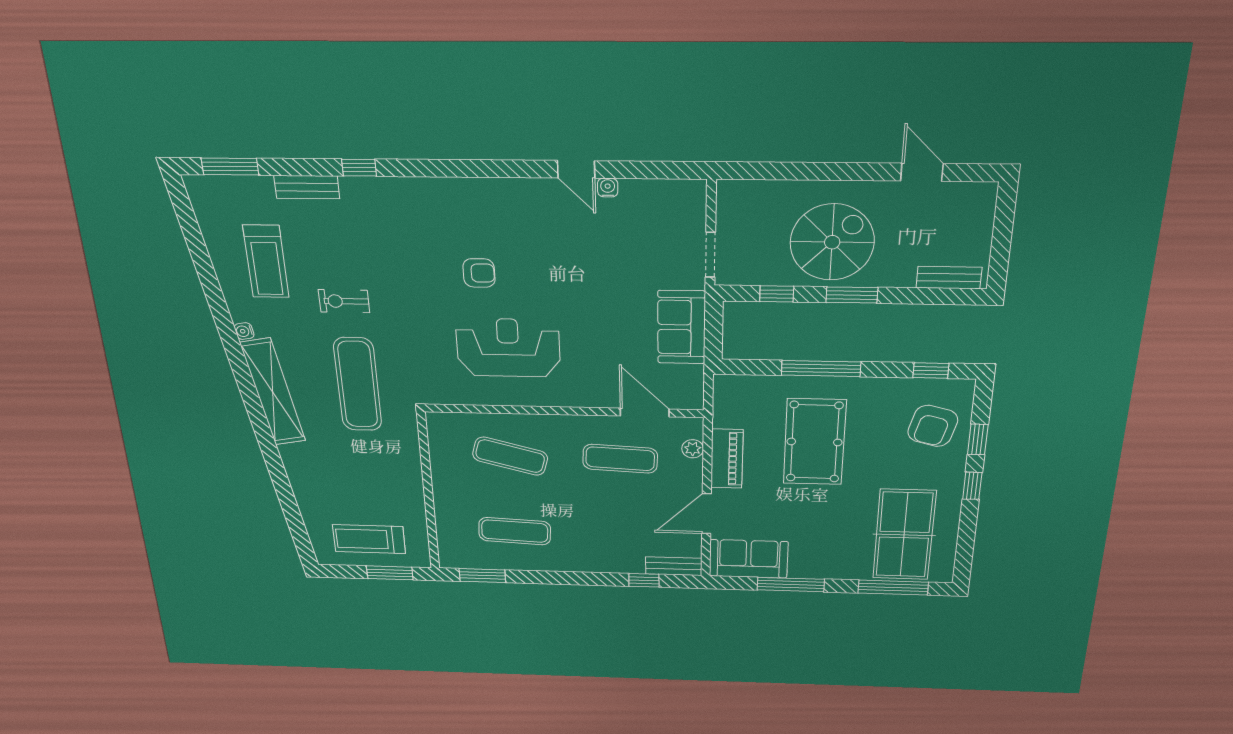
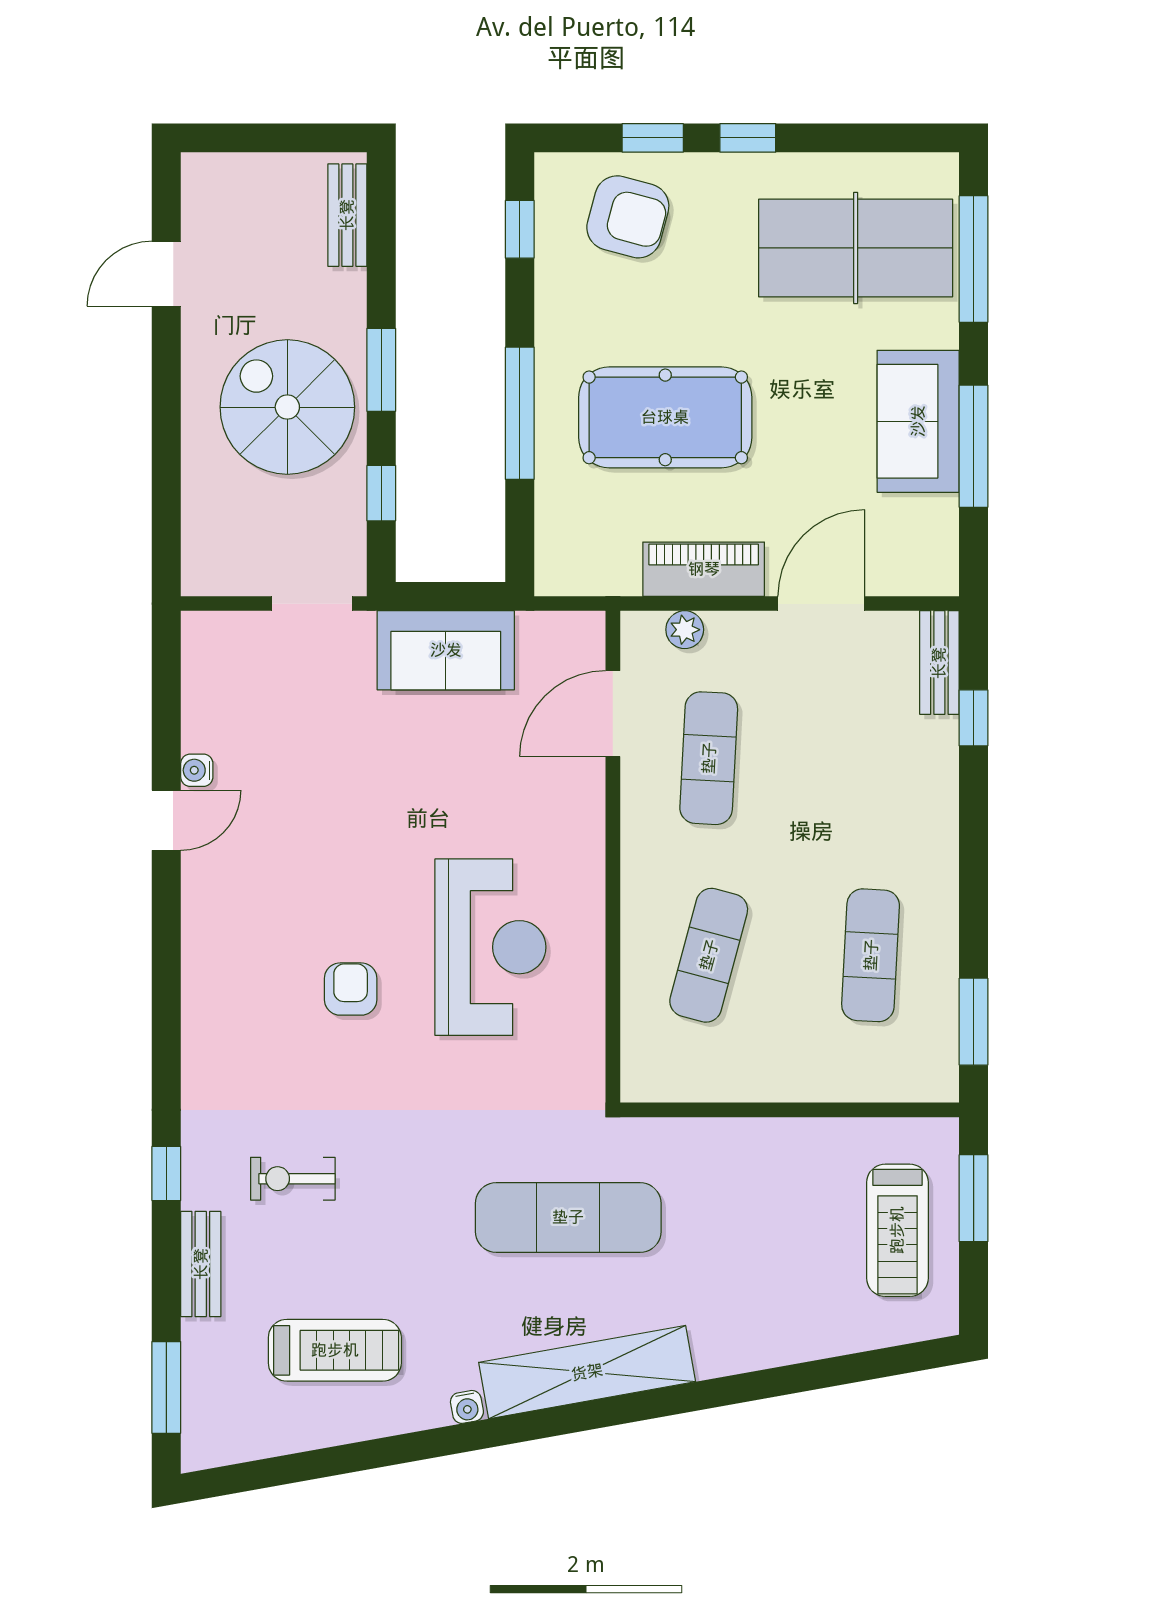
exercise bike: (344, 301) -> (293, 1179), moved, turned 90
reception desk: (508, 348) -> (490, 947), turned 180
door: (706, 514) -> (821, 604), swing flipped
sofa: (748, 559) -> (918, 421), moved

